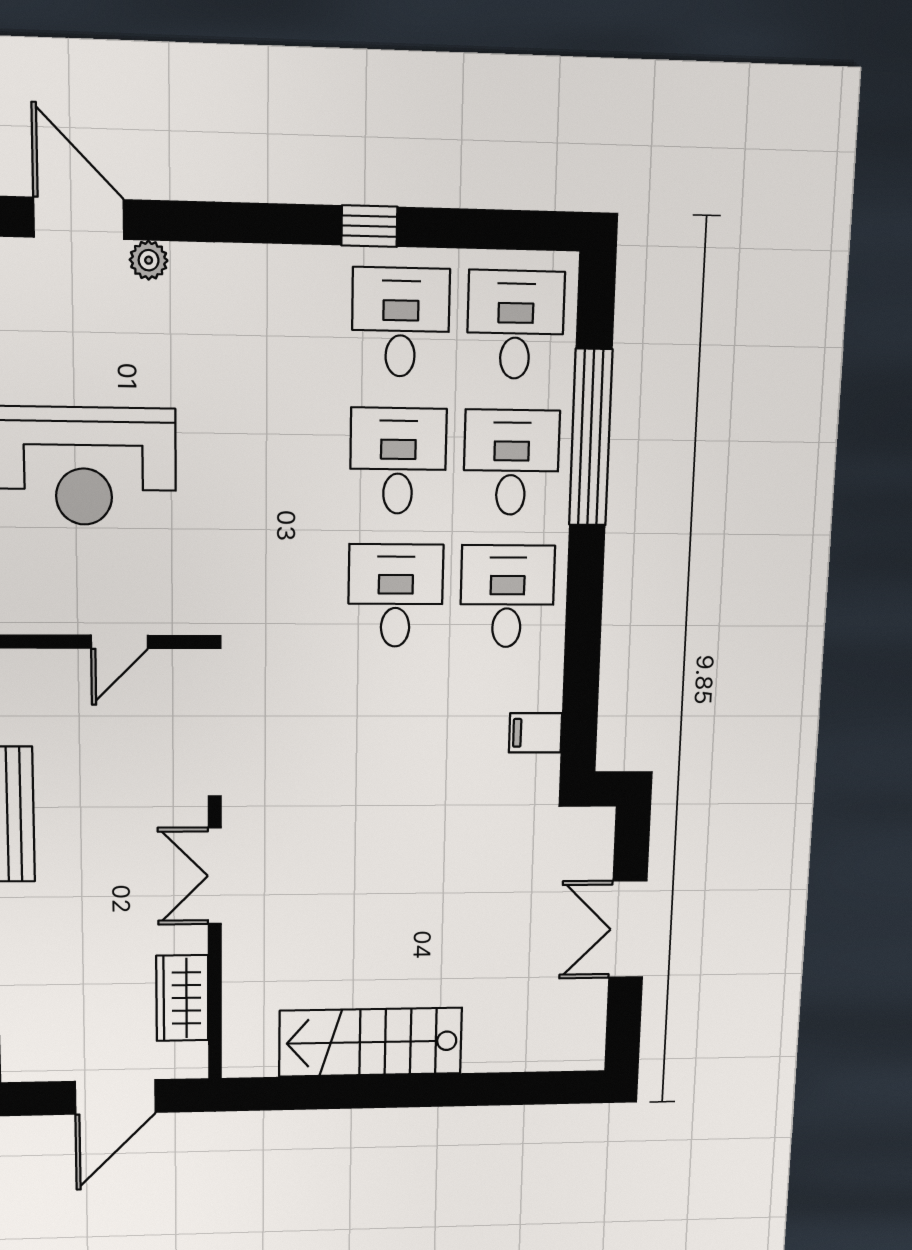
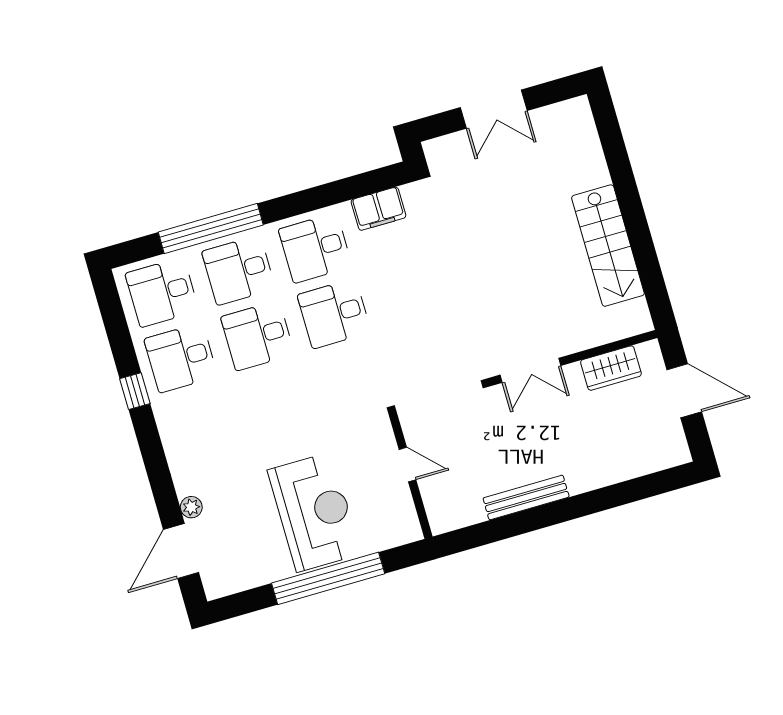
filing cabinet: (535, 733) -> (378, 209), width x2.00

